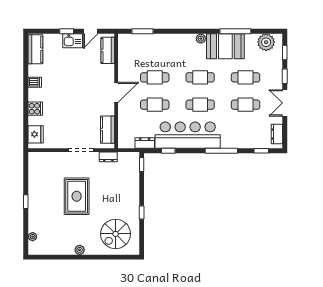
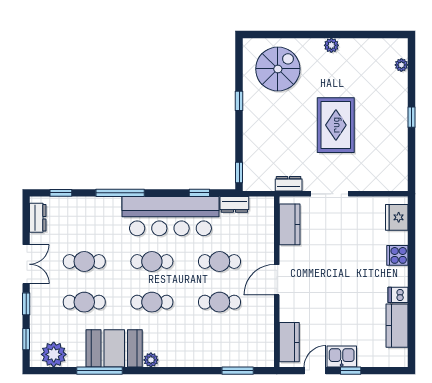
kitchen counter: (35, 49) -> (397, 326), moved

